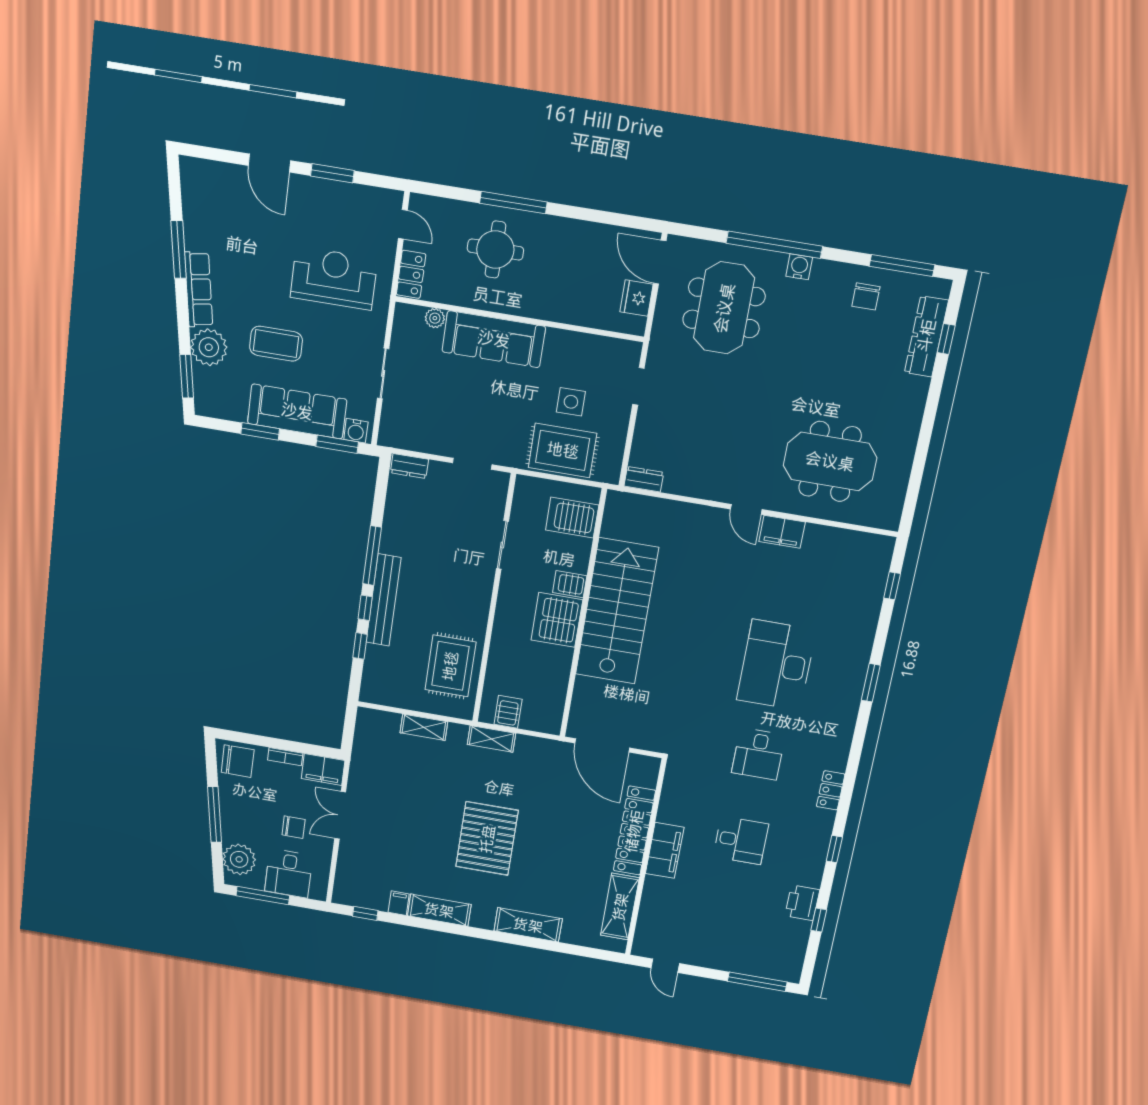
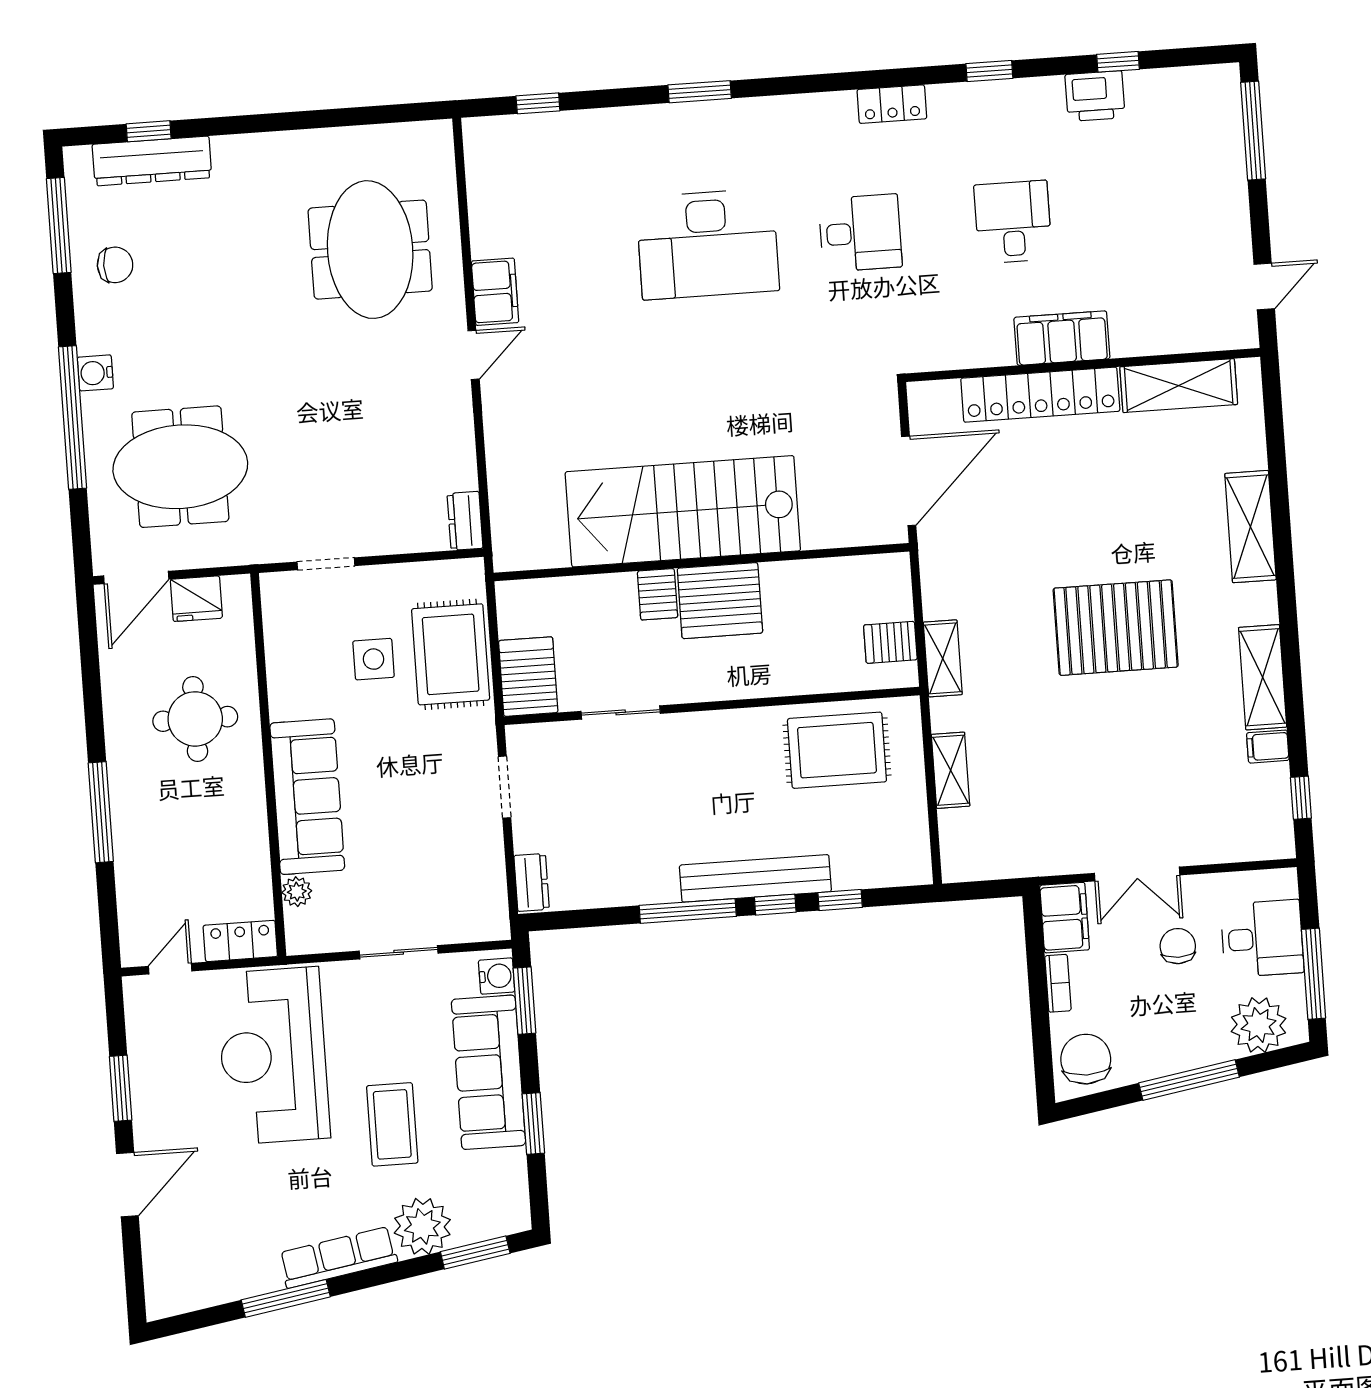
round table: (495, 249) -> (195, 719), moved
reception desk: (334, 278) -> (273, 1056), width x1.36, depth x1.30
server rack: (572, 518) -> (528, 677), moved, turned 180

